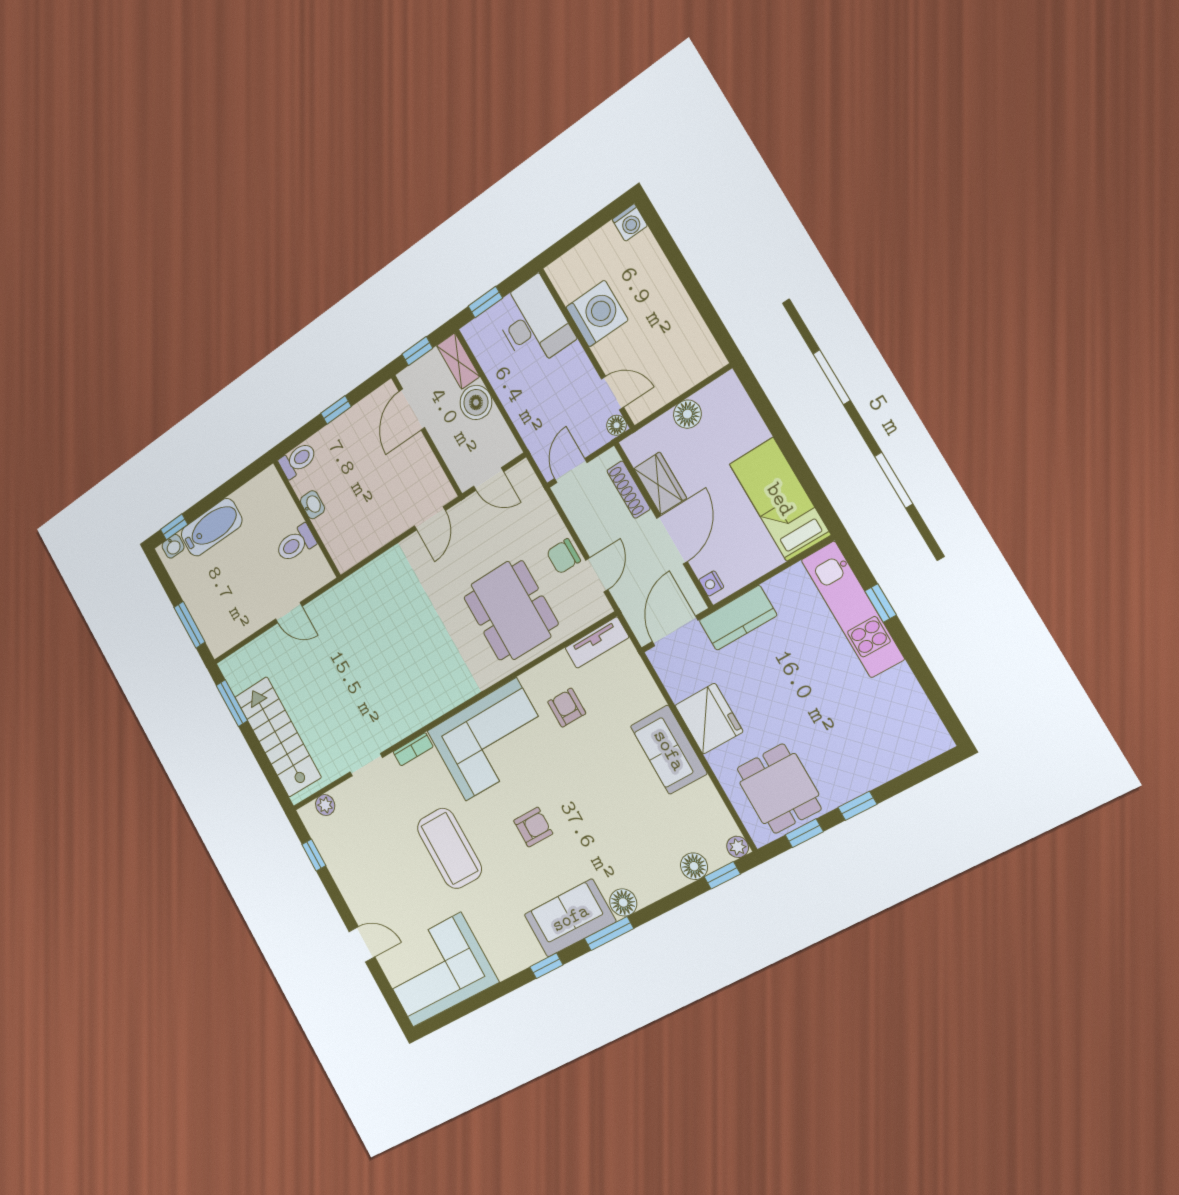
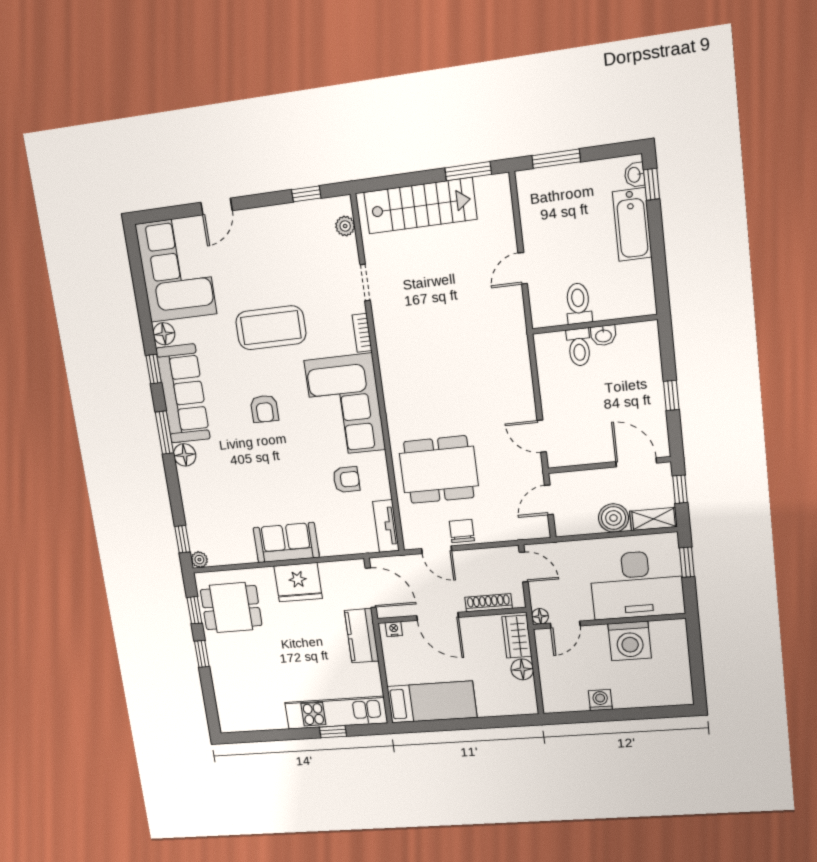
washing machine: (630, 223) -> (600, 700), moved, turned 90
desk: (533, 323) -> (637, 585), width x1.36, depth x1.30
toilet: (298, 460) -> (579, 347), moved
wardrobe: (660, 483) -> (517, 637), moved, turned 90
floor lamp: (694, 866) -> (164, 334), moved
sofa: (570, 918) -> (183, 394), width x1.36

